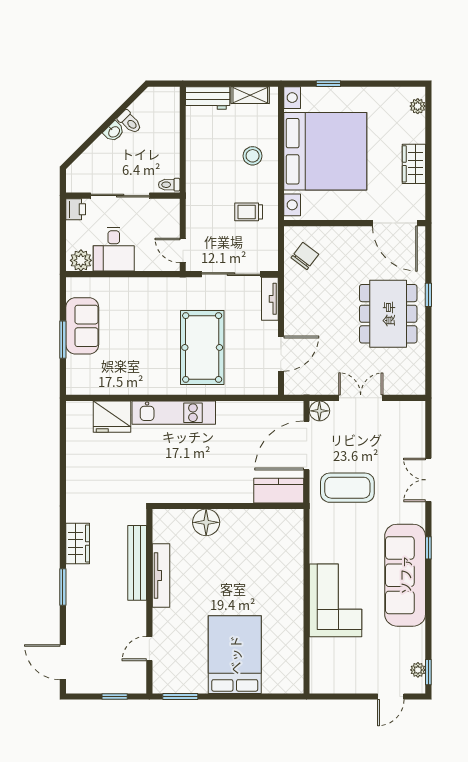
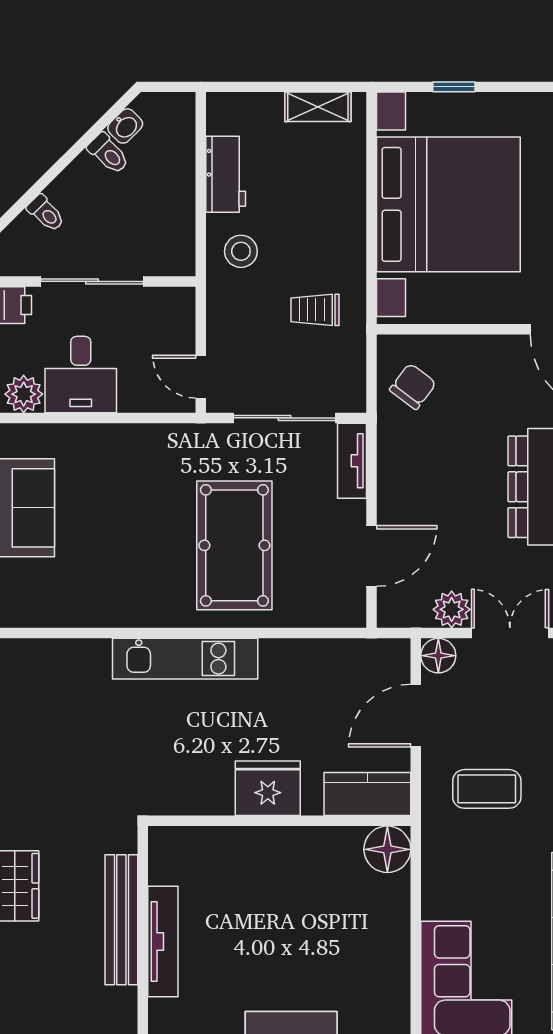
workbench: (208, 98) -> (226, 174), moved, turned -90
washbasin: (114, 132) -> (125, 126), moved
stool: (253, 156) -> (241, 251), moved
toilet: (169, 185) -> (46, 213), moved, turned -135
plant: (327, 384) -> (452, 609), added
fridge: (112, 417) -> (268, 788), moved, turned 180
door: (307, 445) -> (416, 716), width x0.73
coffee table: (347, 488) -> (487, 789), width x0.73, depth x0.76
floor lamp: (206, 522) -> (387, 849), moved

